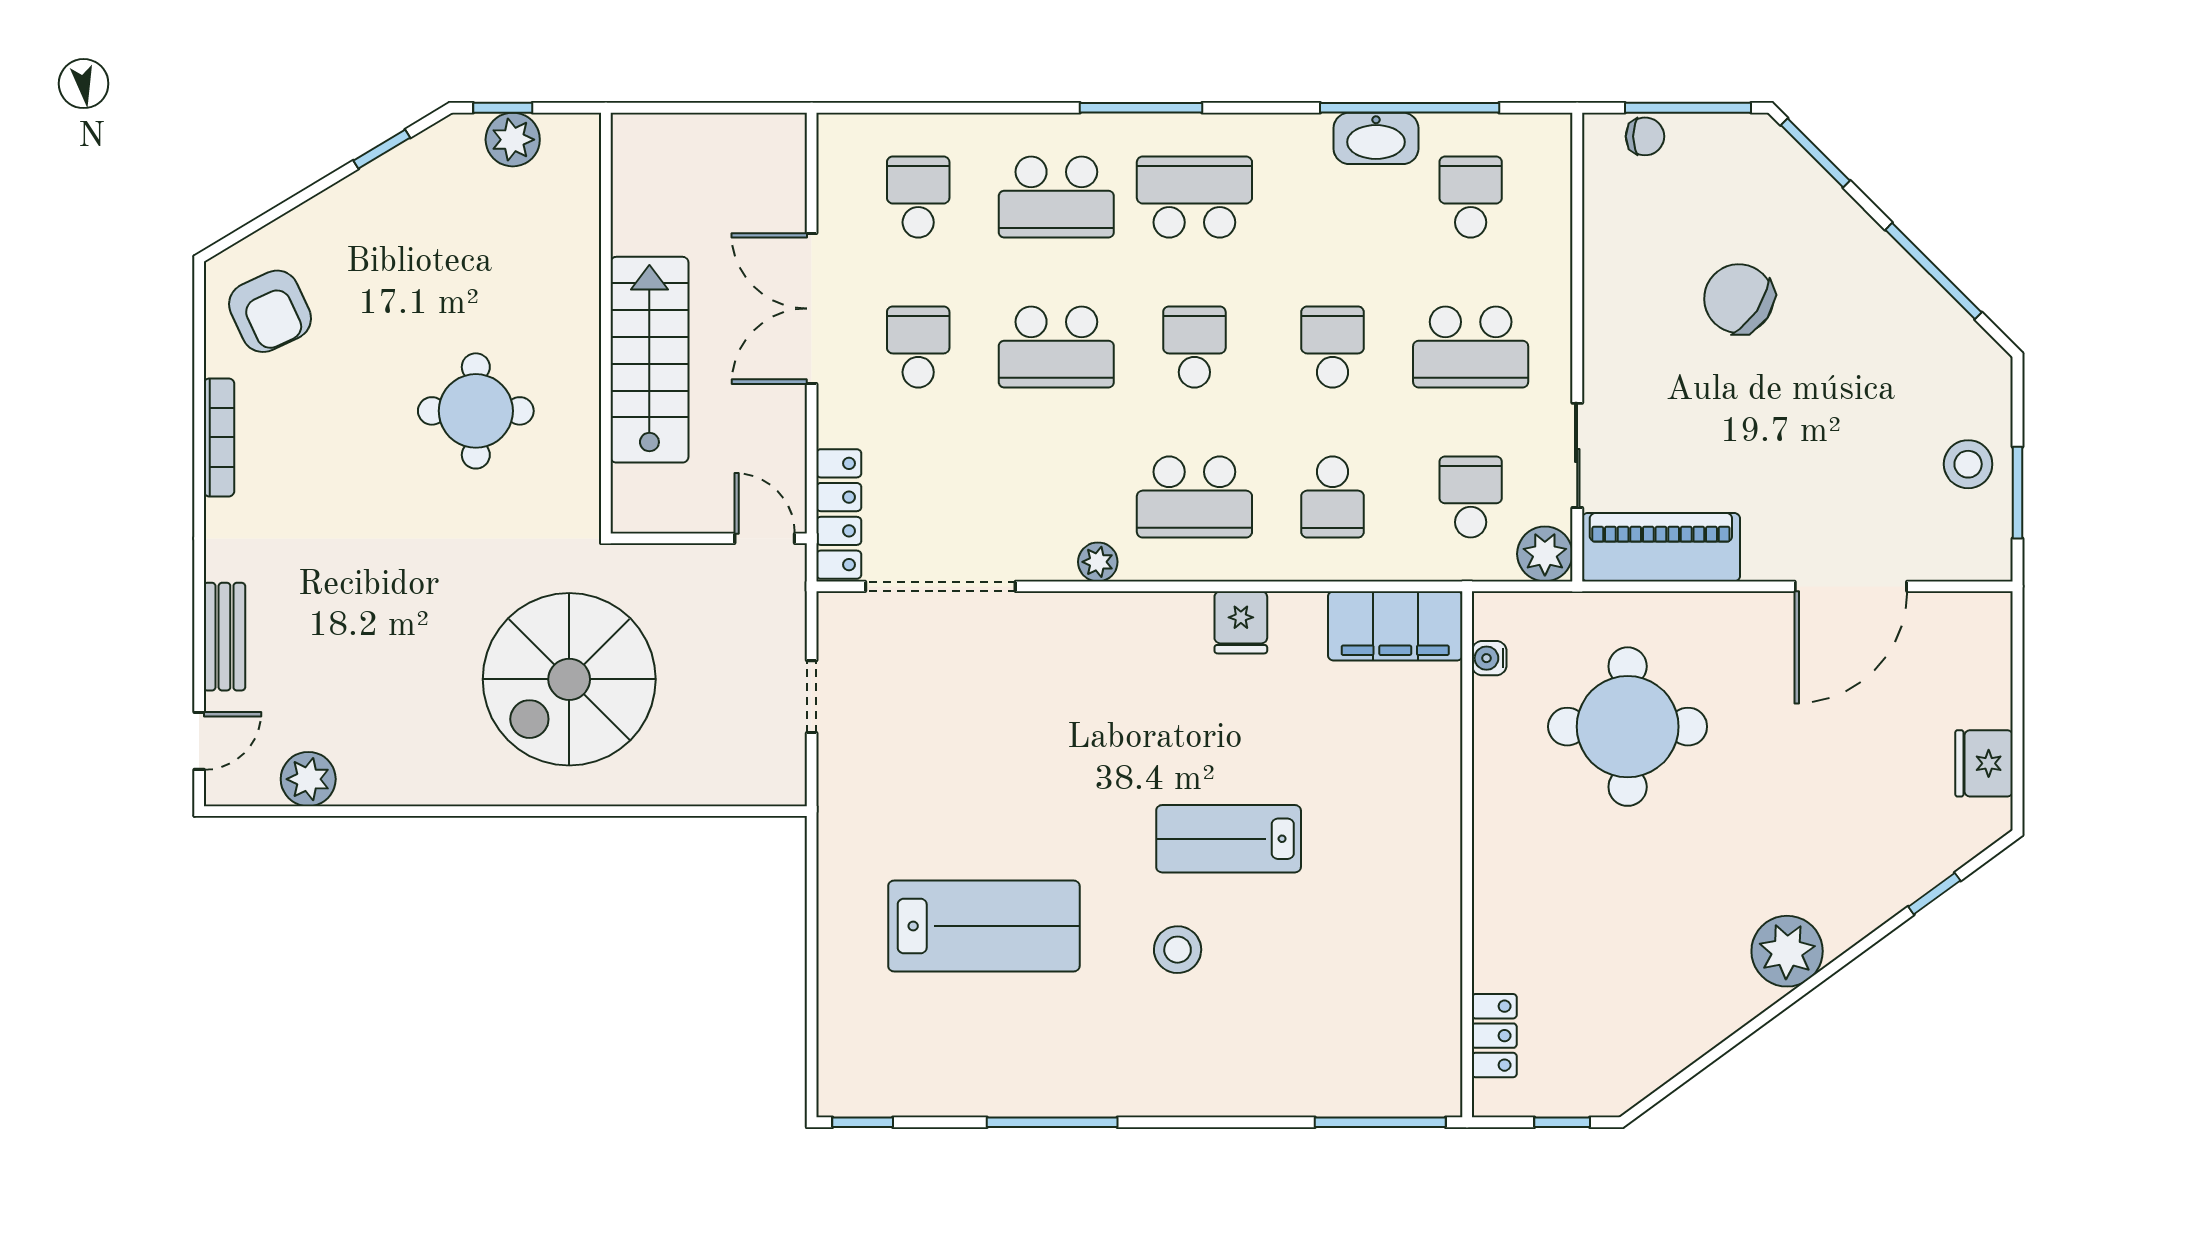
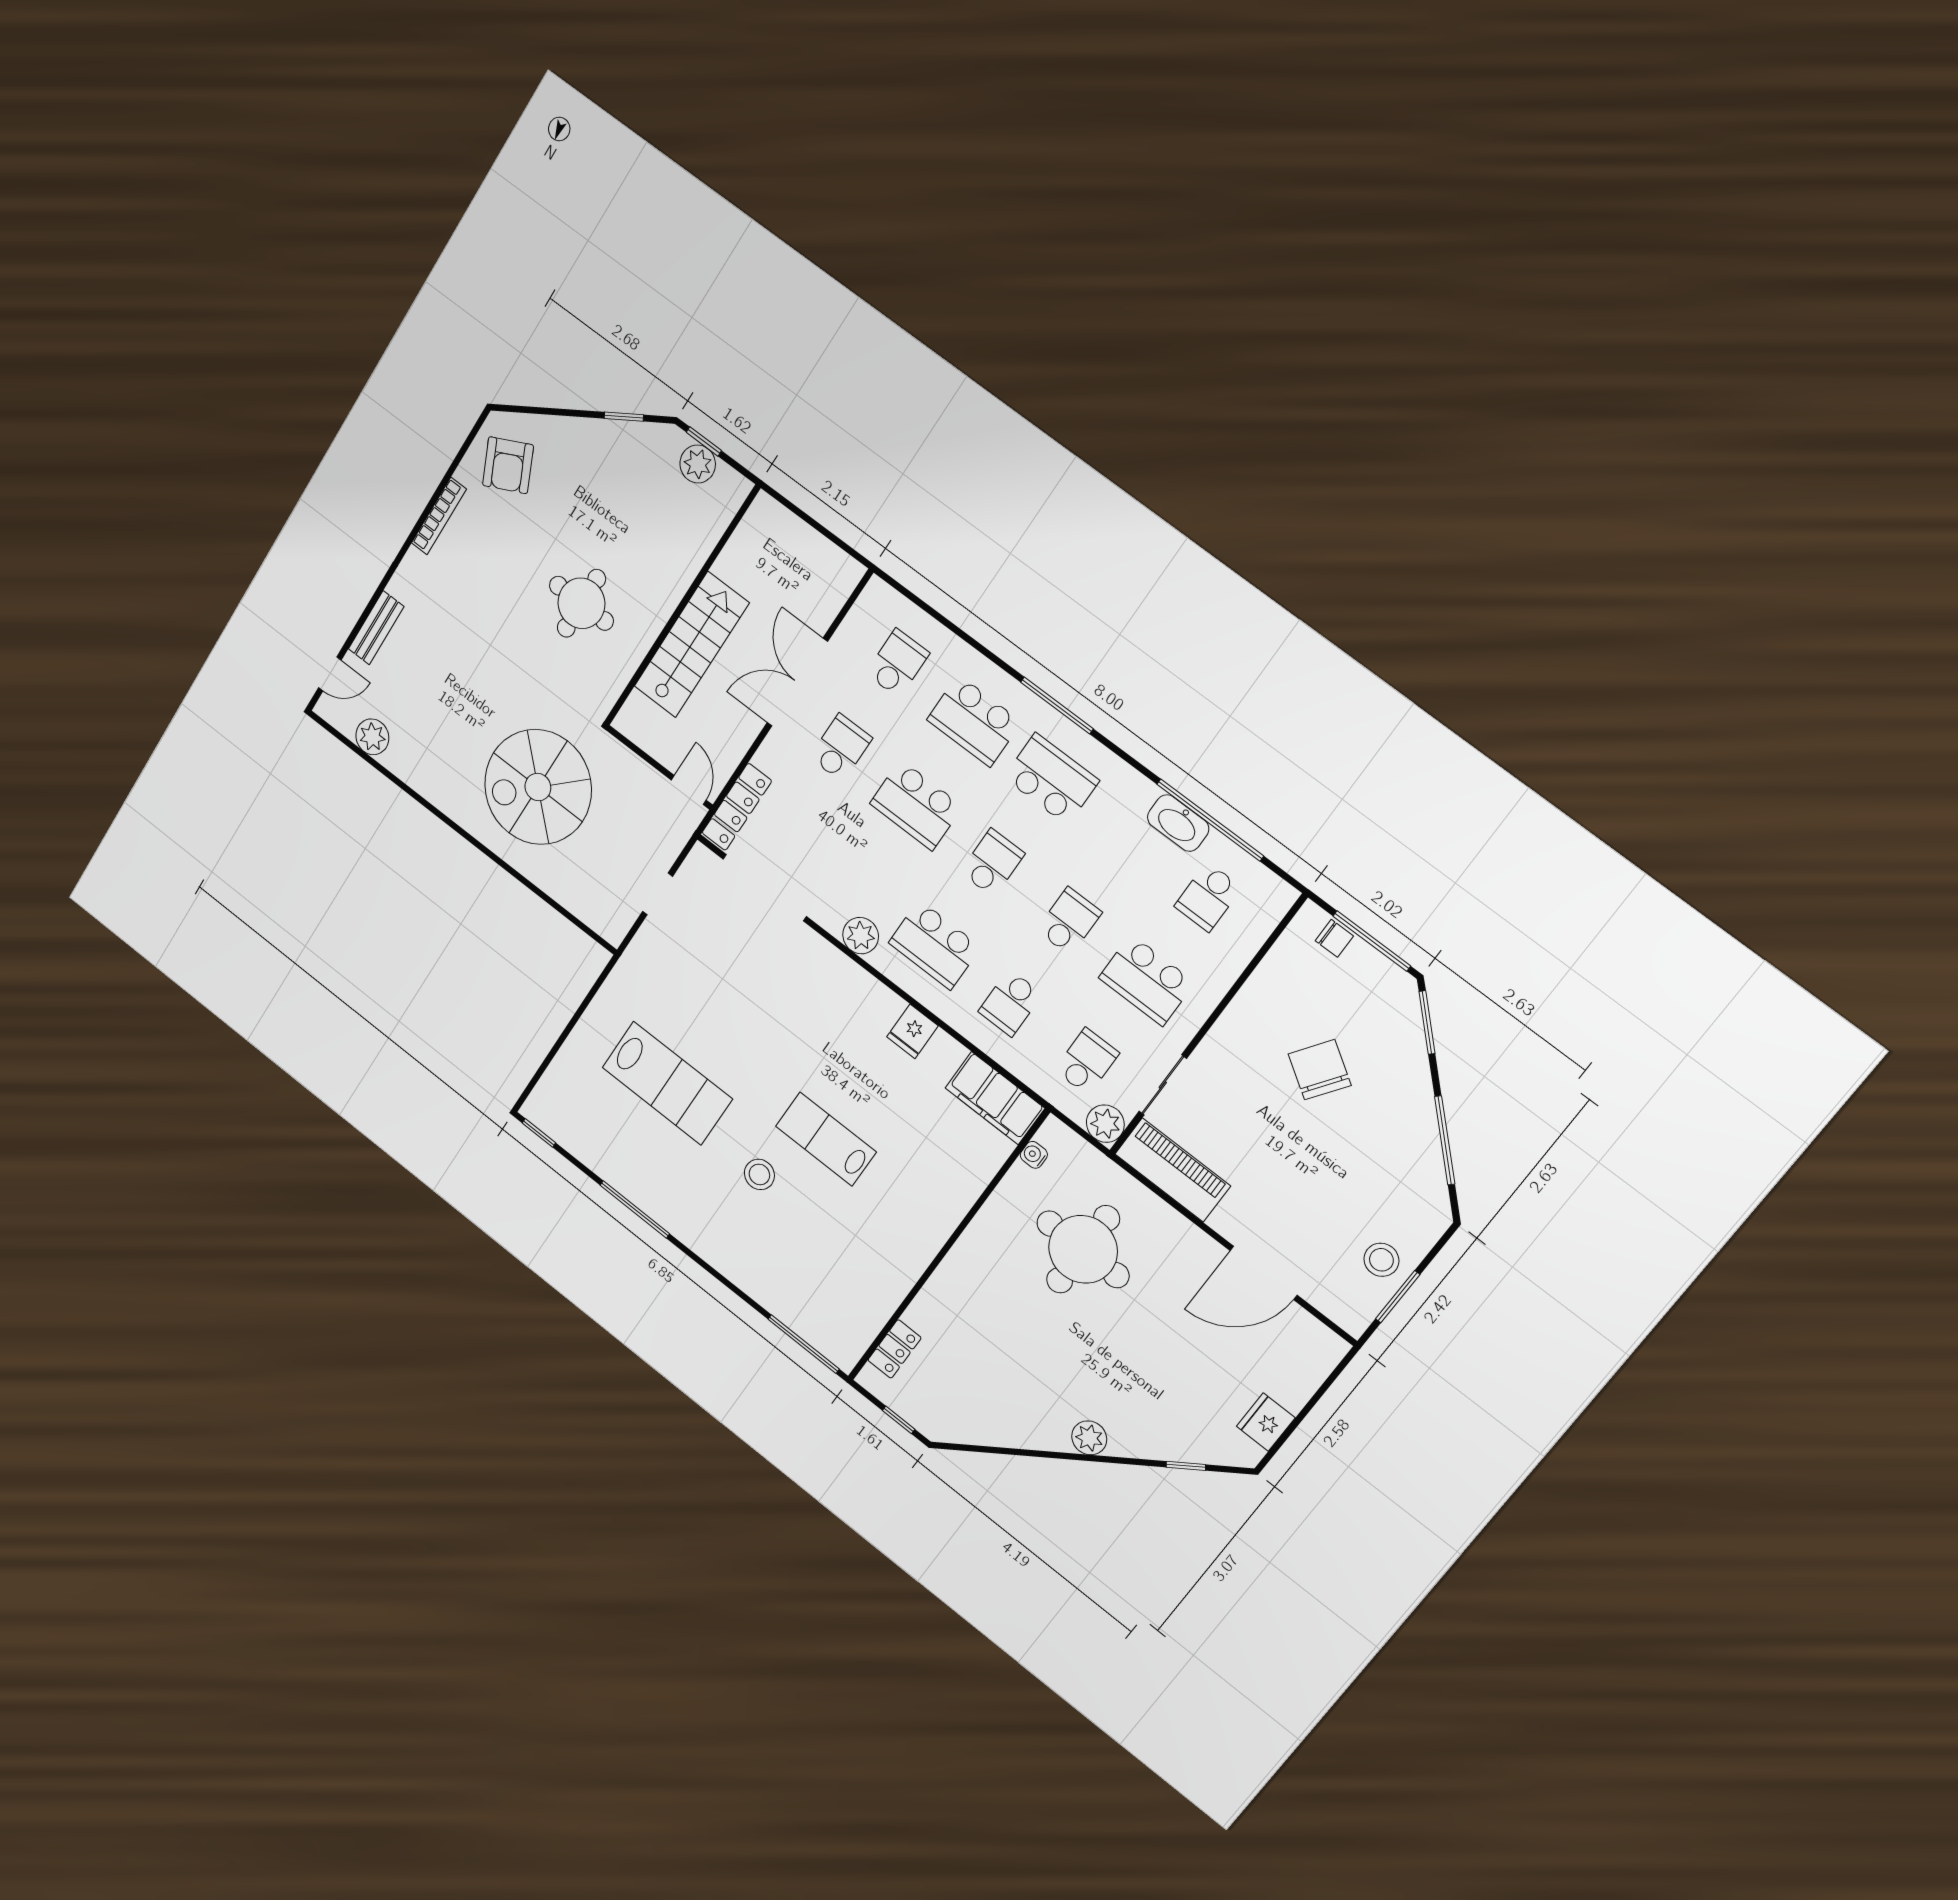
school desk: (1471, 197) -> (1208, 897), turned 180
plant: (1098, 562) -> (861, 936), width x1.38, depth x1.38
plant: (1787, 951) -> (1089, 1438), width x0.73, depth x0.73

